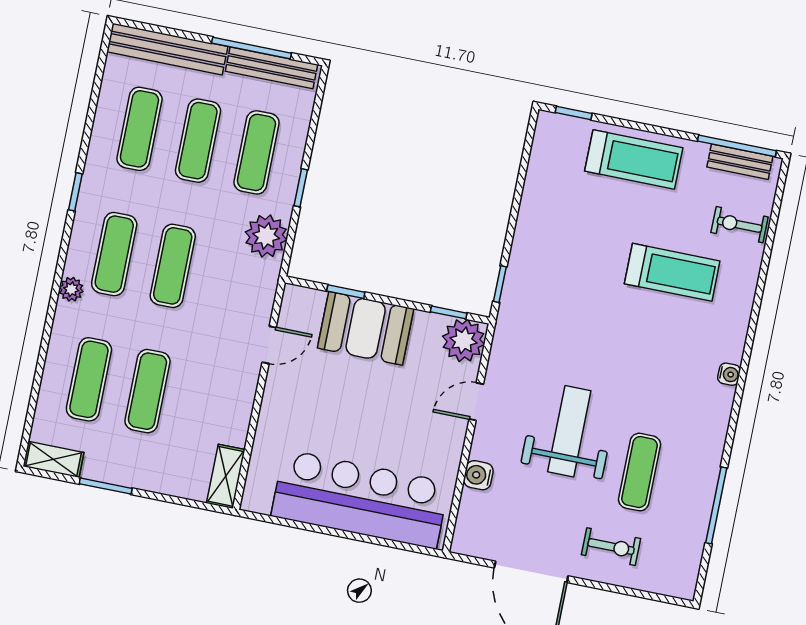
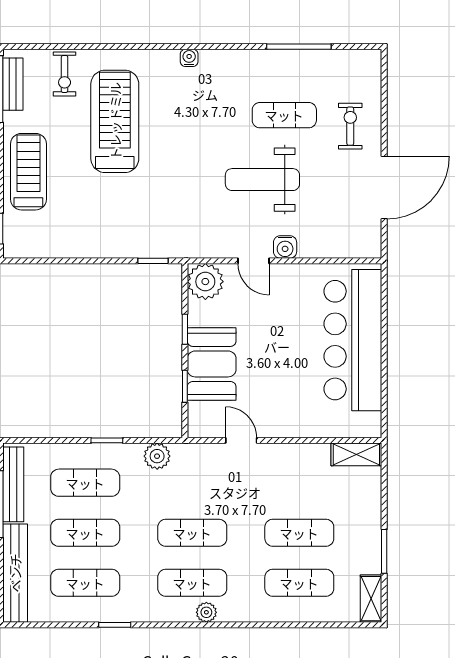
window: (75, 192) -> (115, 625), moved
plant: (266, 236) -> (157, 456), width x0.73, depth x0.73
treadmill: (672, 272) -> (115, 121), width x1.37, depth x1.38
plant: (71, 289) -> (206, 612), moved
window: (449, 312) -> (185, 329), moved
water cooler: (478, 475) -> (285, 247), moved

